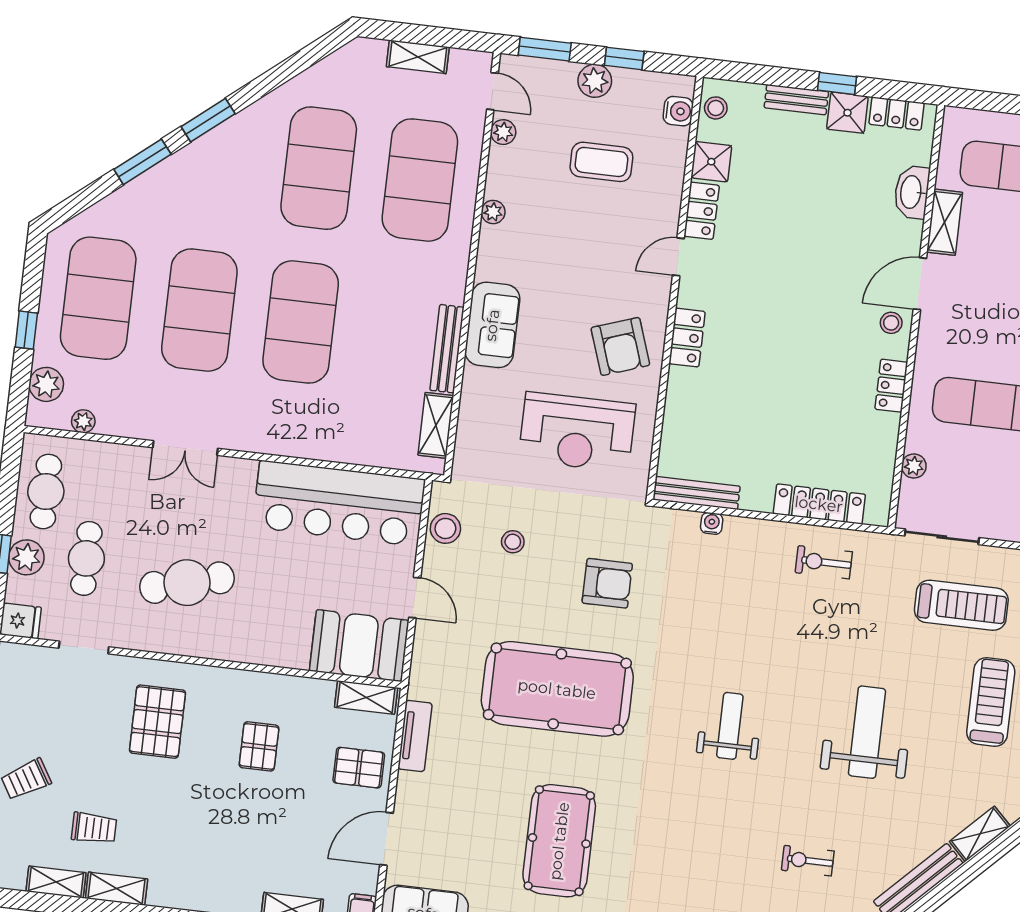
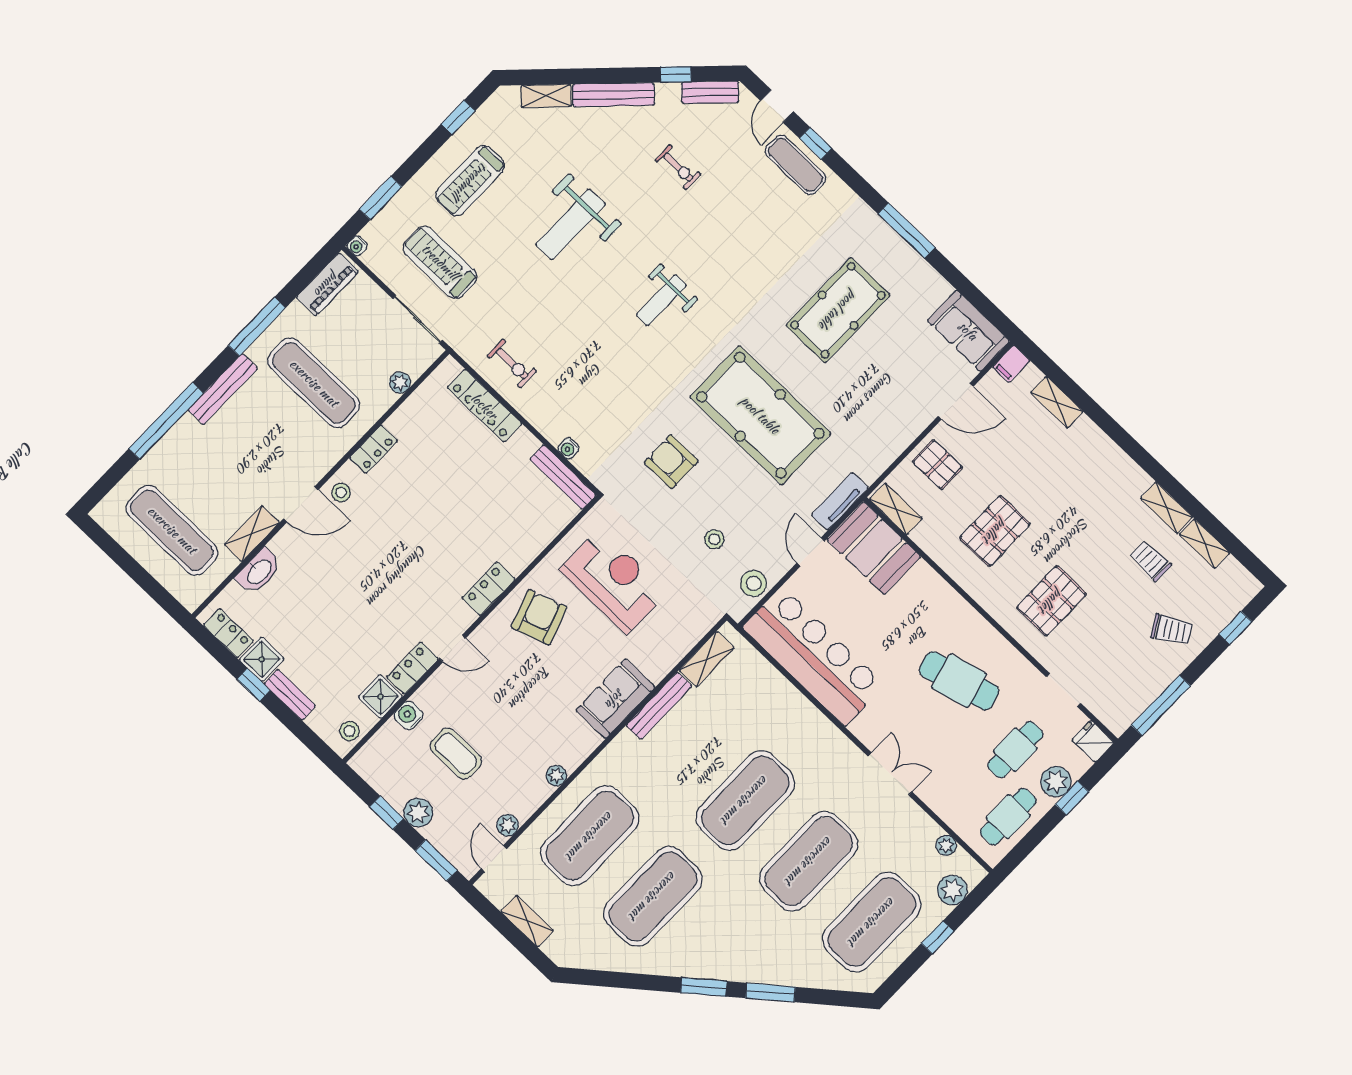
water cooler: (678, 111) -> (409, 715), moved
tv unit: (415, 736) -> (840, 501), moved
pallet: (259, 746) -> (995, 531), width x1.50, depth x1.42

